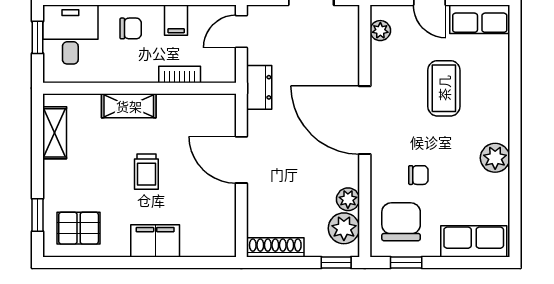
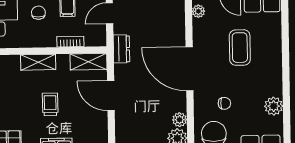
chair: (131, 28) -> (38, 13), turned -90
shelving: (208, 106) -> (89, 62), added
plant: (495, 158) -> (274, 106), moved
trolley: (146, 172) -> (50, 104), turned 180

